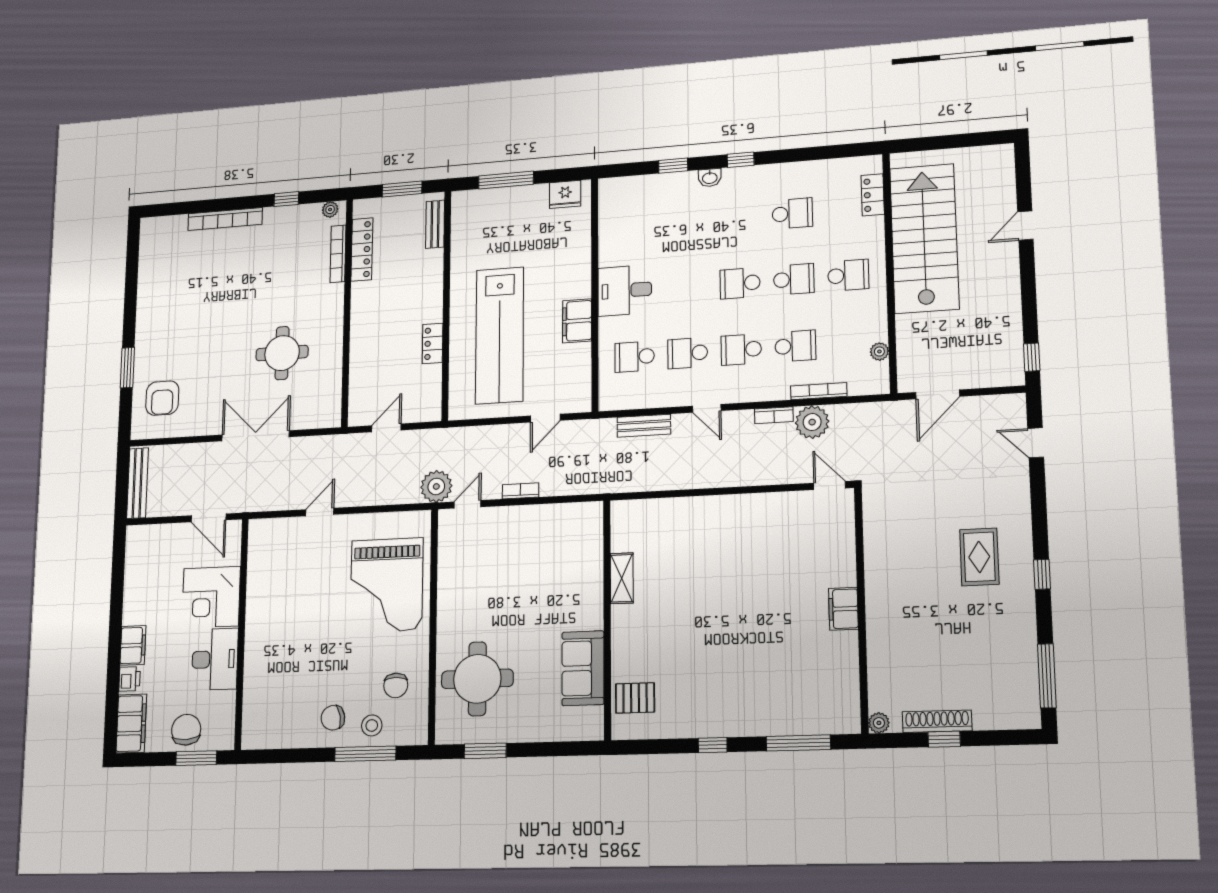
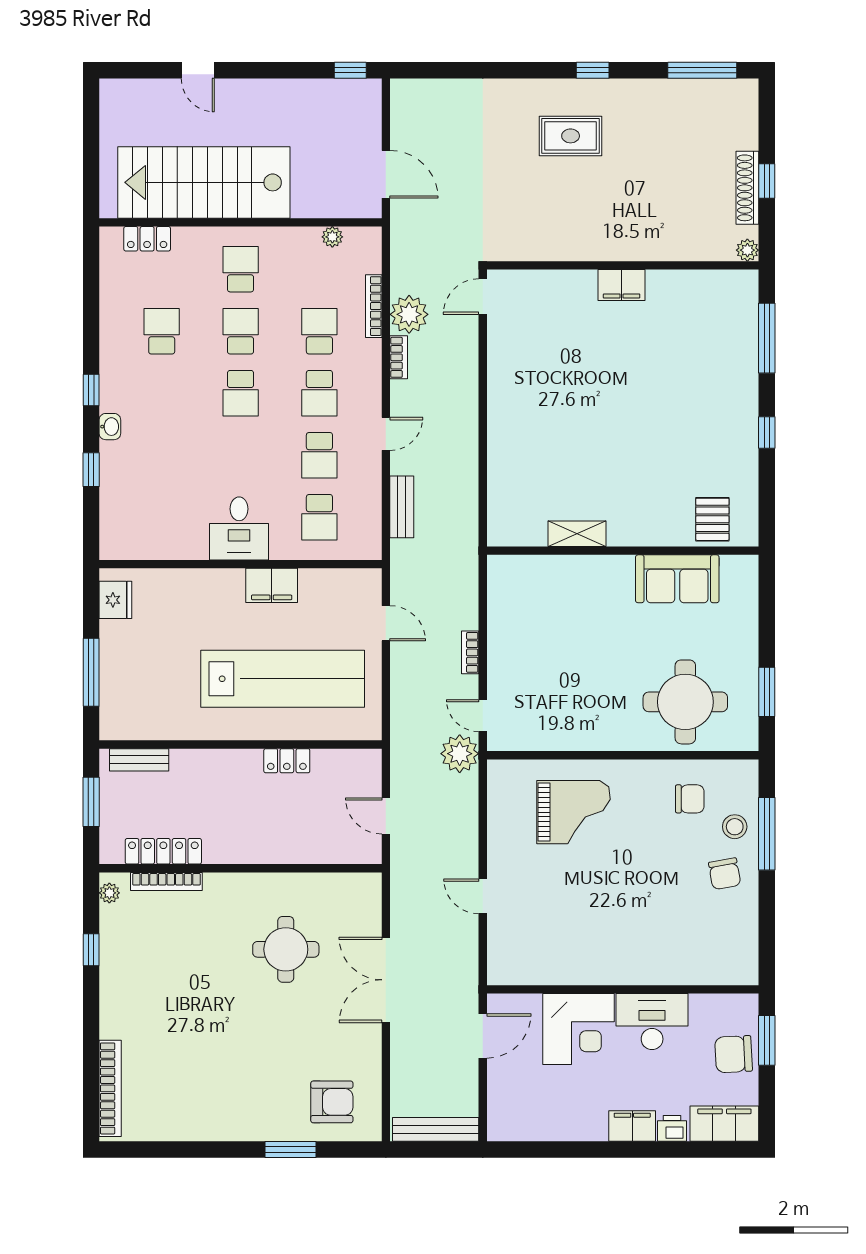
bookcase: (225, 219) -> (110, 1088), moved
door: (1036, 443) -> (447, 70), removed
grand piano: (387, 585) -> (573, 812), width x0.73, depth x0.68

